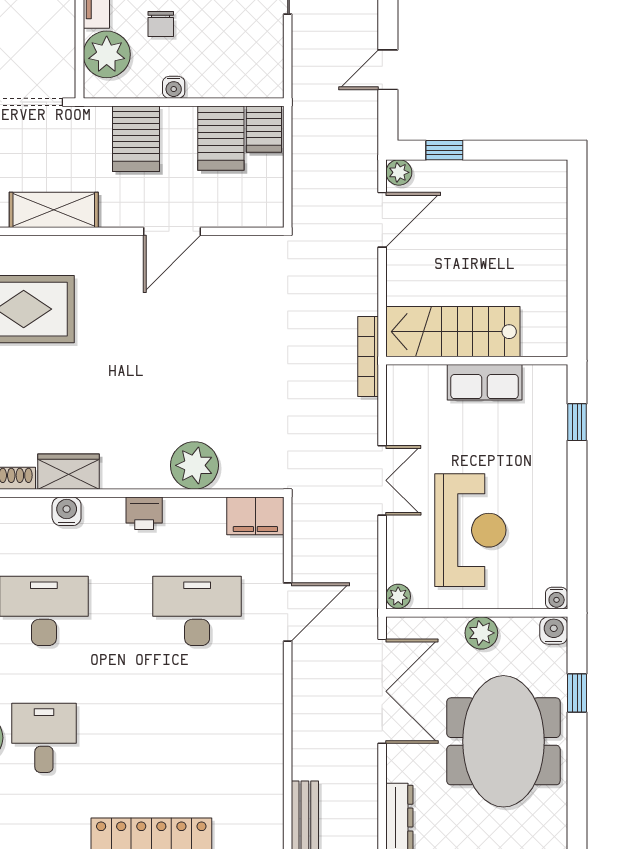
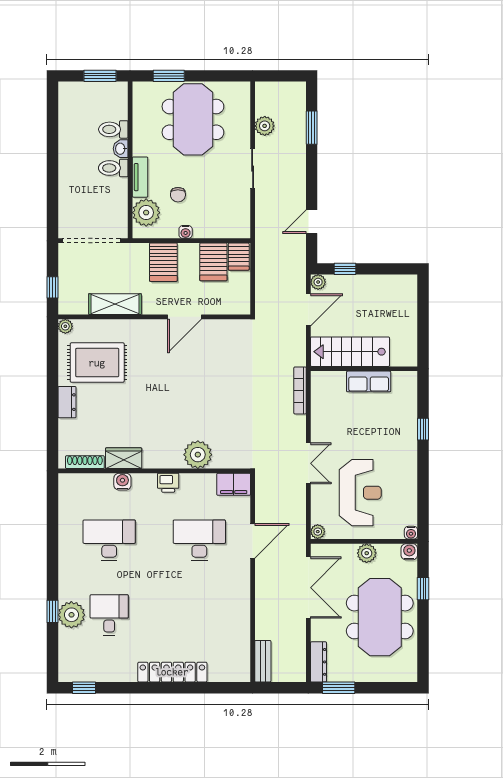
stairs: (453, 332) -> (350, 352), moved
wall: (477, 361) -> (364, 369), moved
row of seats: (485, 382) -> (369, 381), moved

